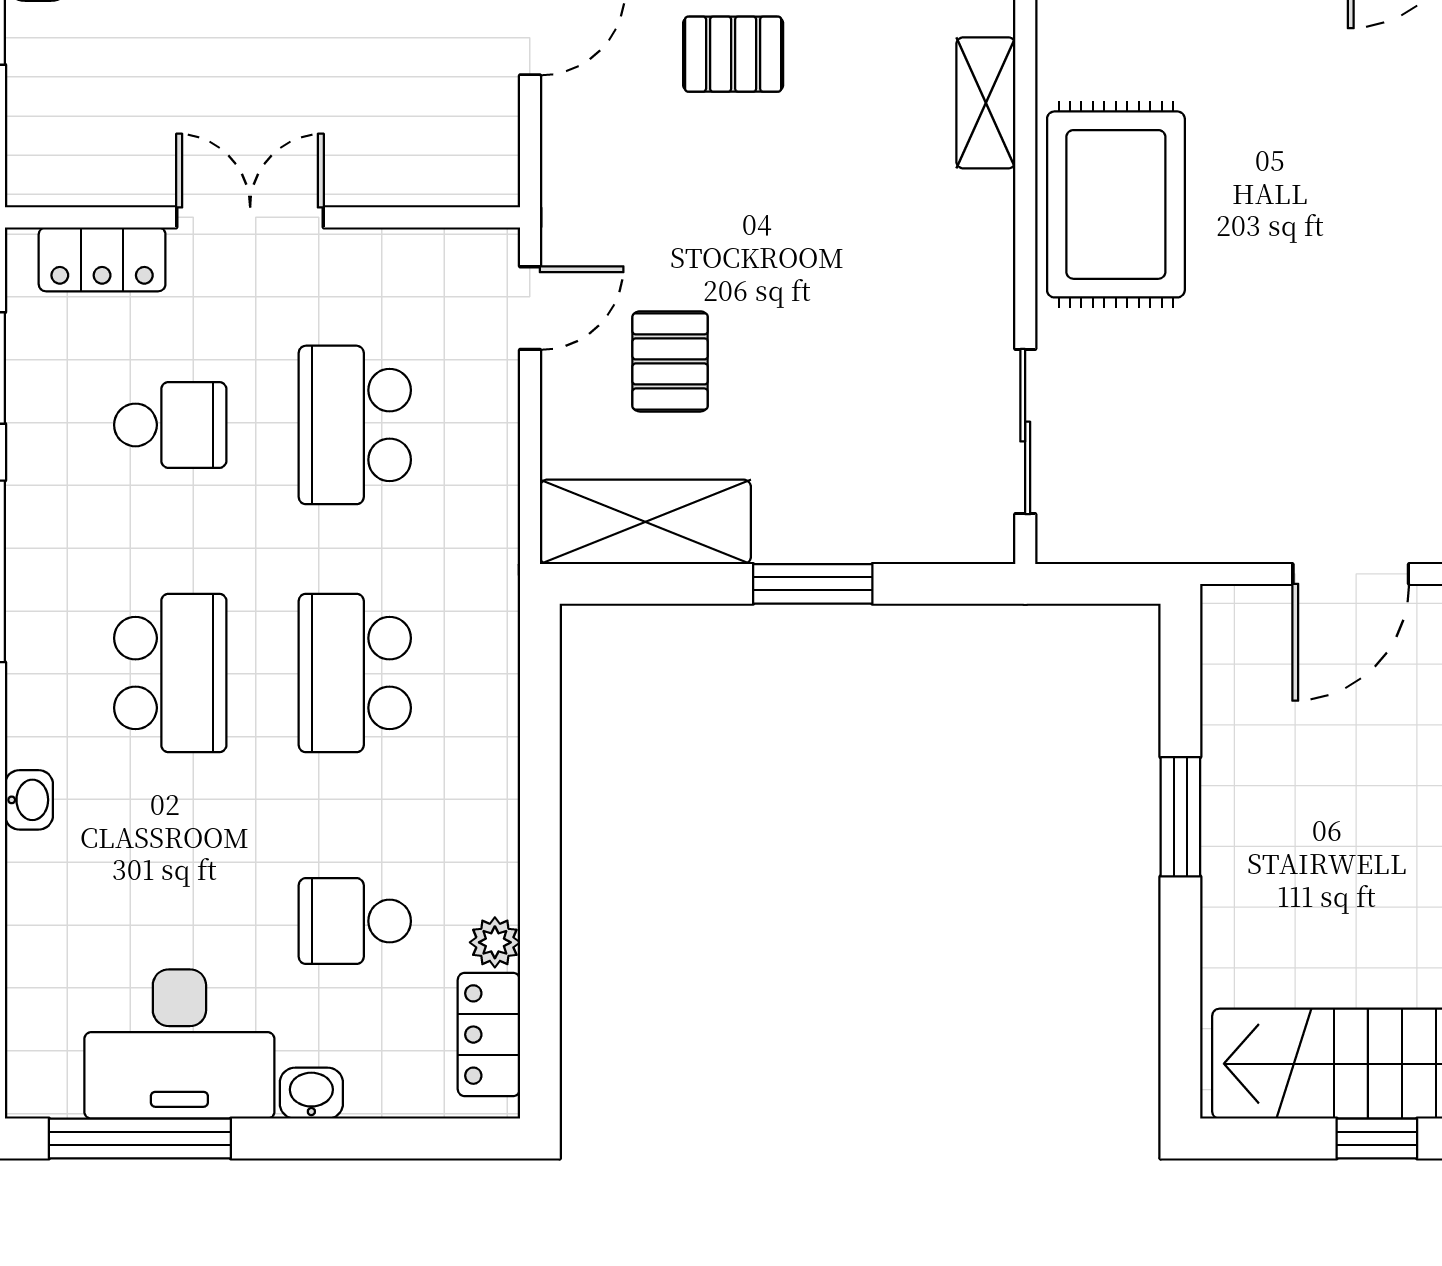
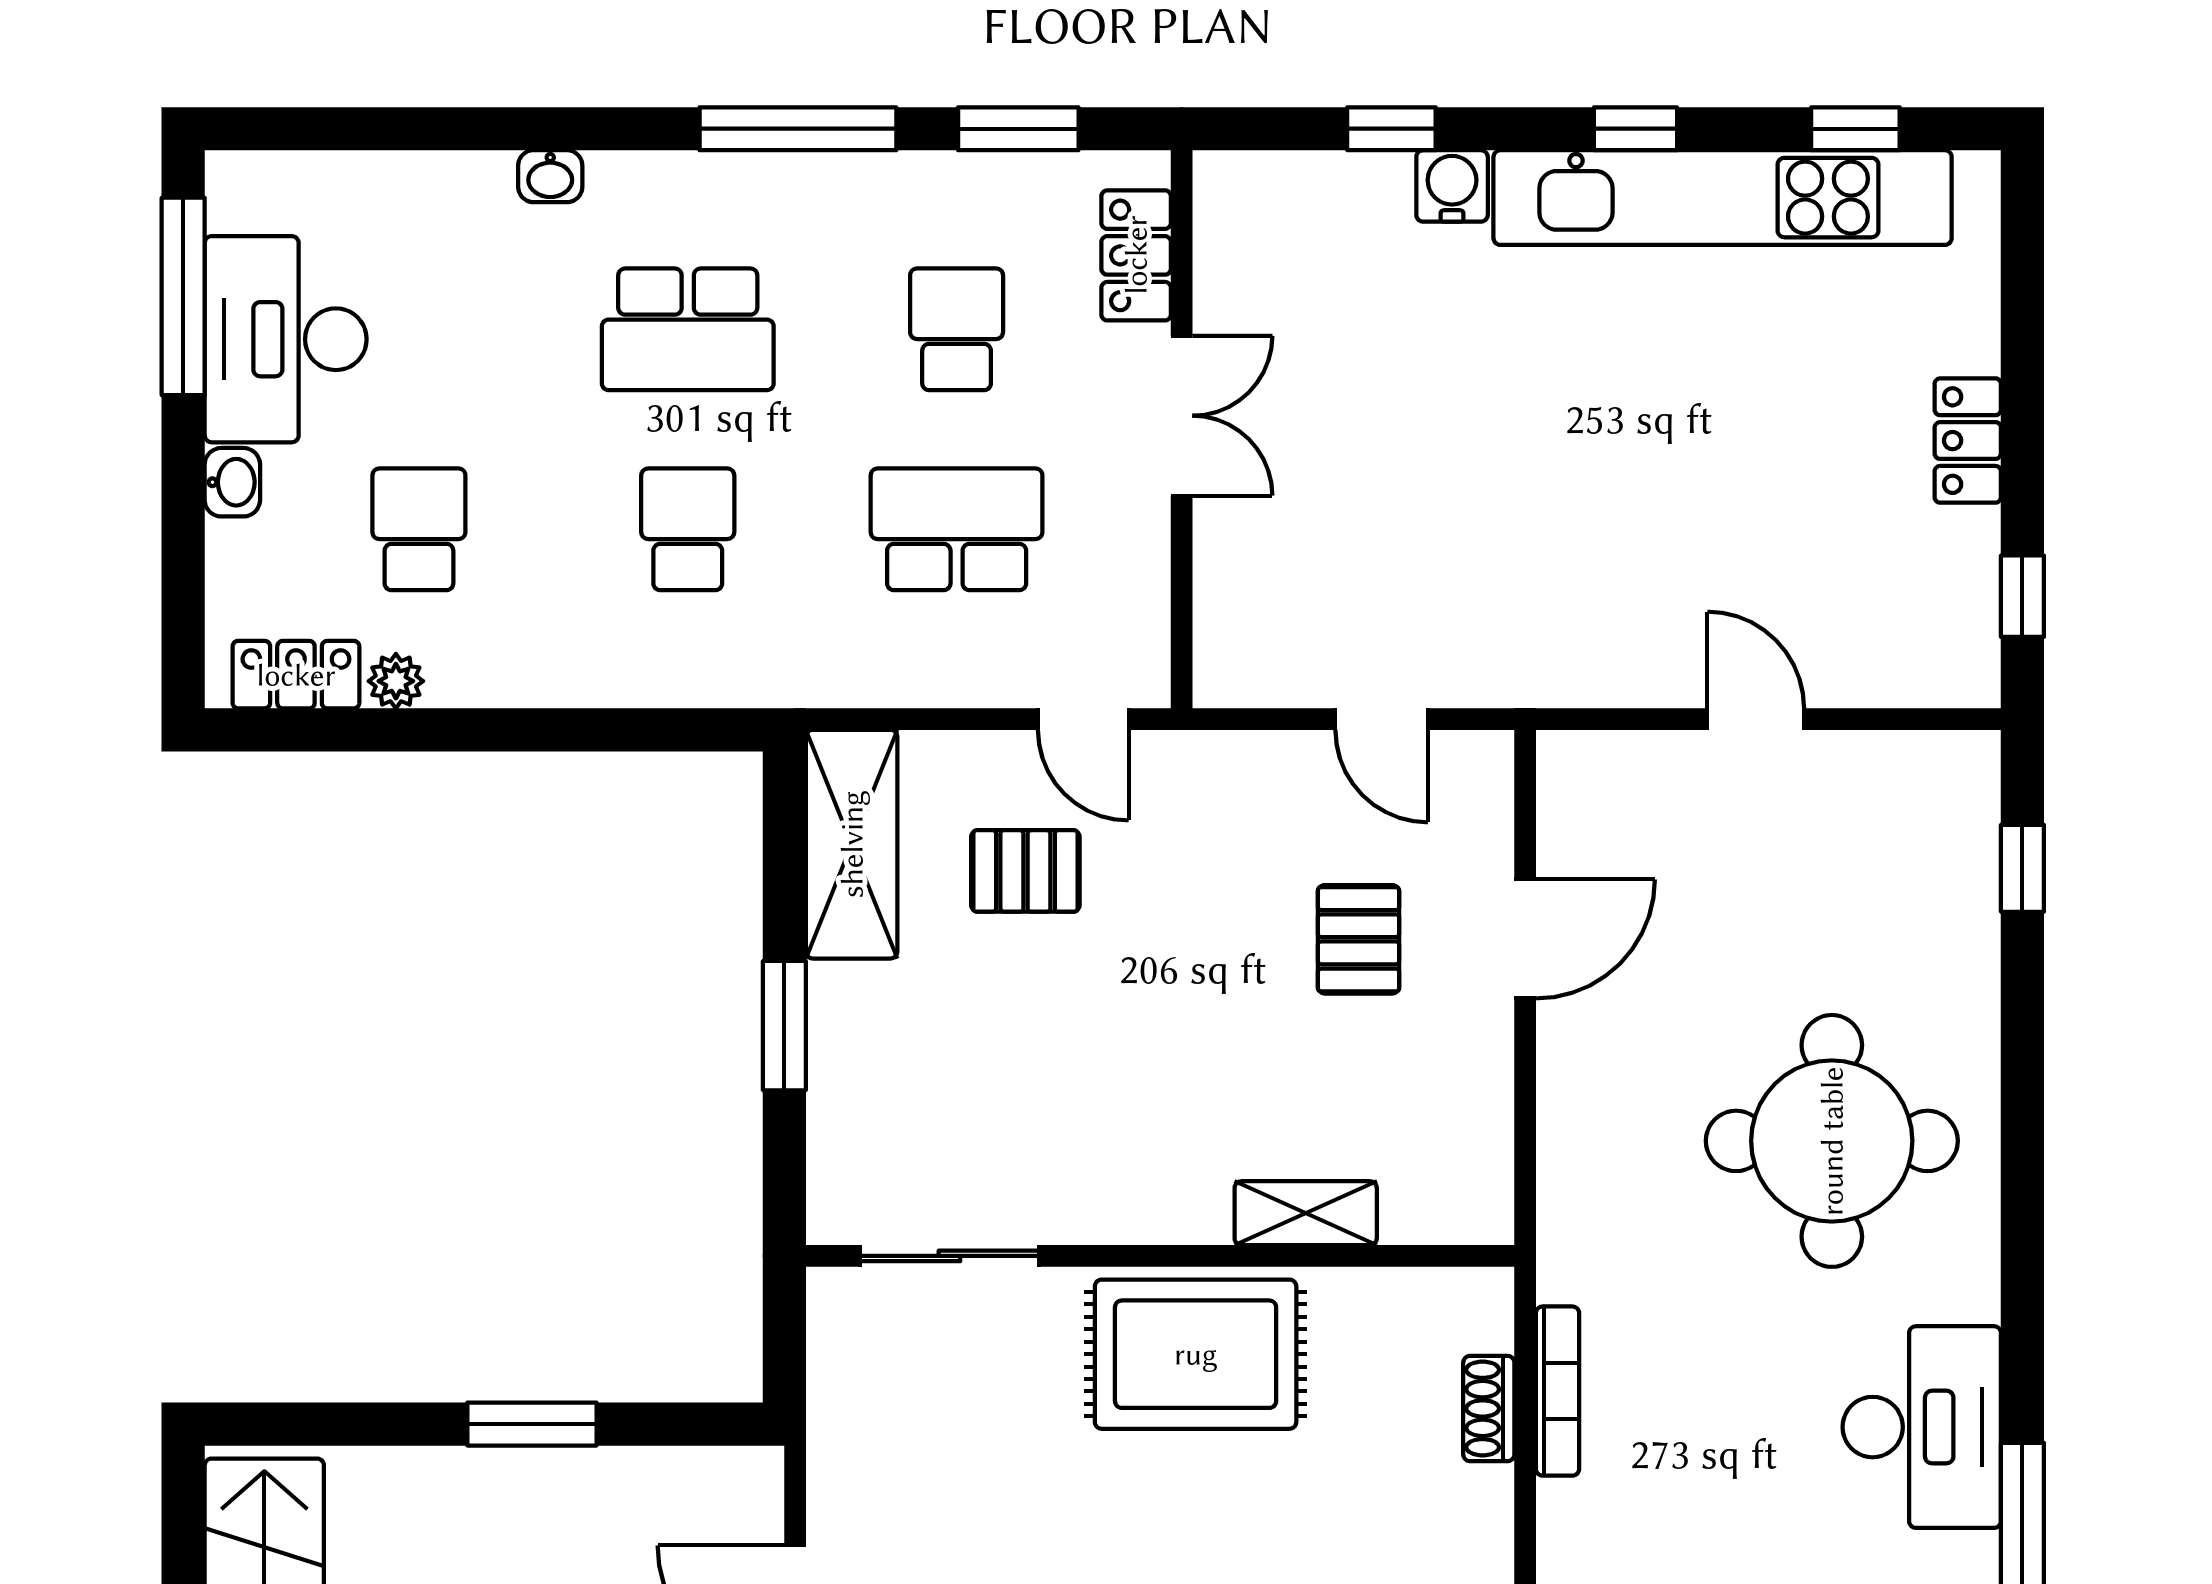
school desk: (170, 425) -> (957, 329), turned 180
school desk: (355, 673) -> (688, 529), width x0.54

